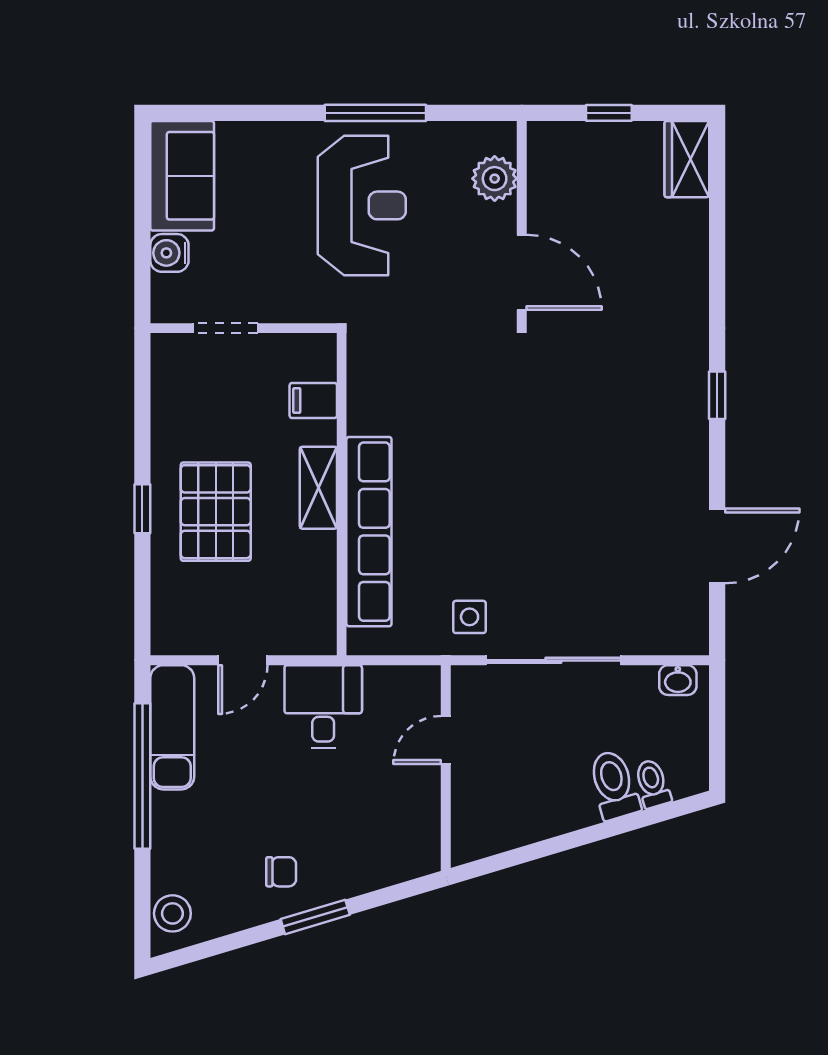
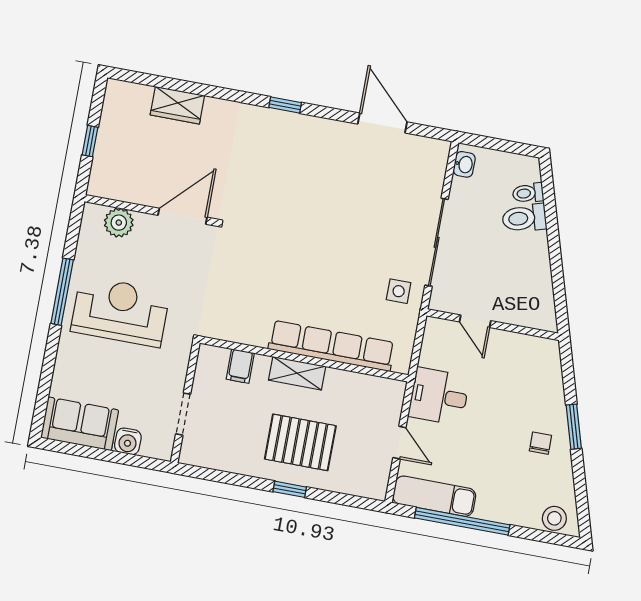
wardrobe: (687, 159) -> (177, 105), moved

